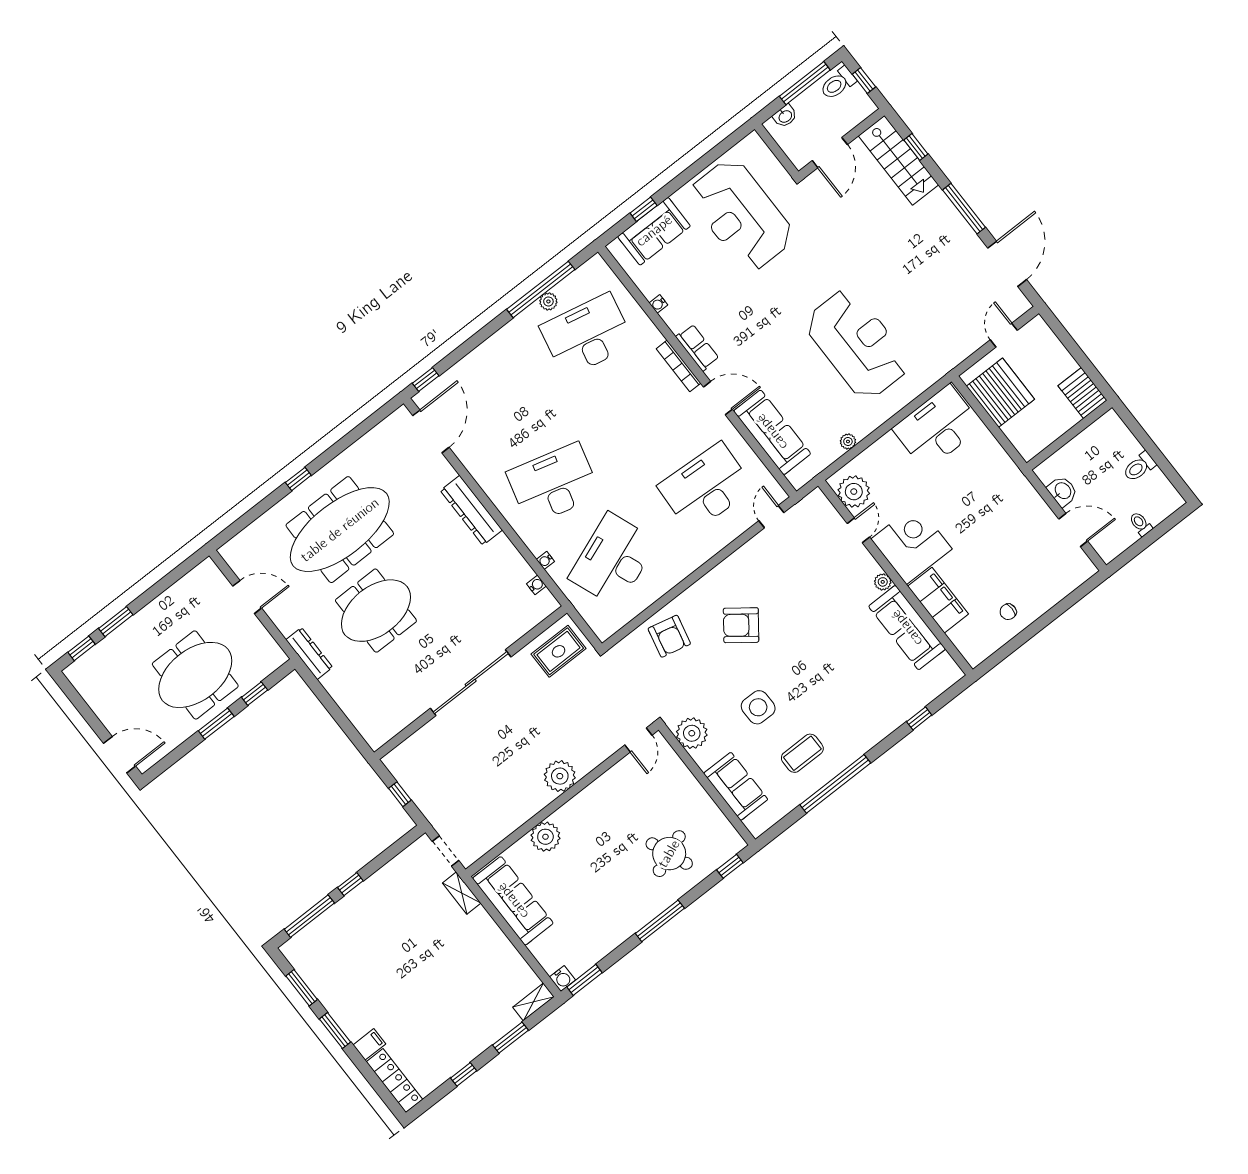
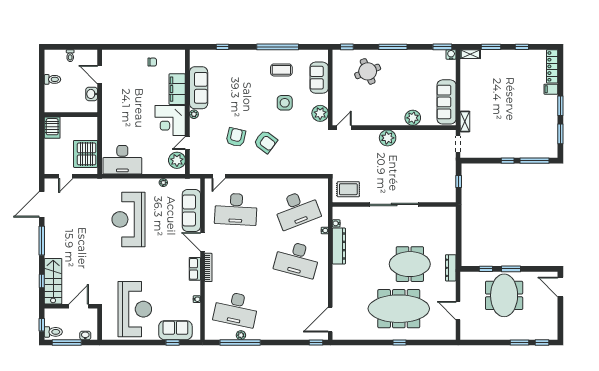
dresser: (471, 510) -> (339, 246), moved
armchair: (669, 636) -> (236, 137), moved
meeting table: (195, 675) -> (504, 295), turned 90

